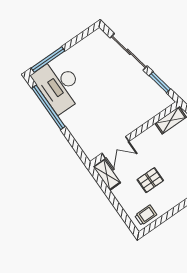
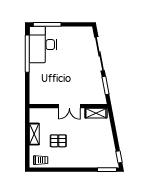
double door: (115, 147) -> (69, 106), moved
shelving: (107, 175) -> (34, 134), moved

